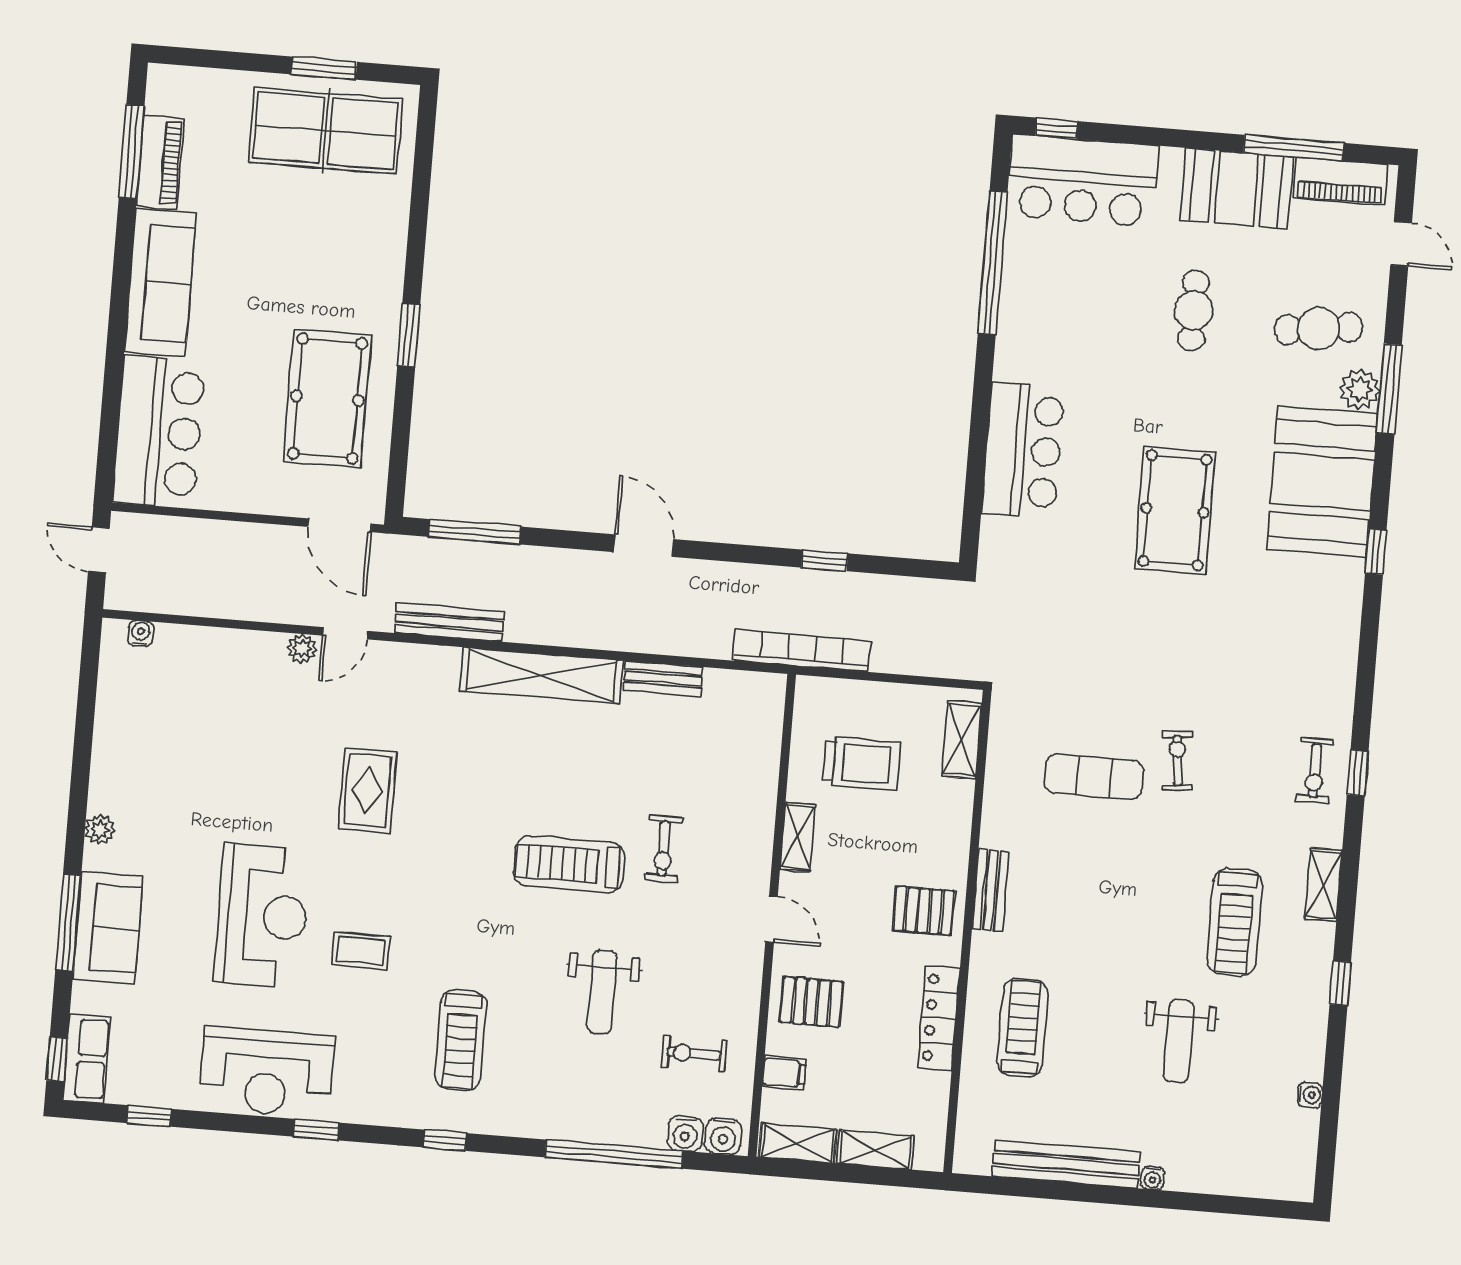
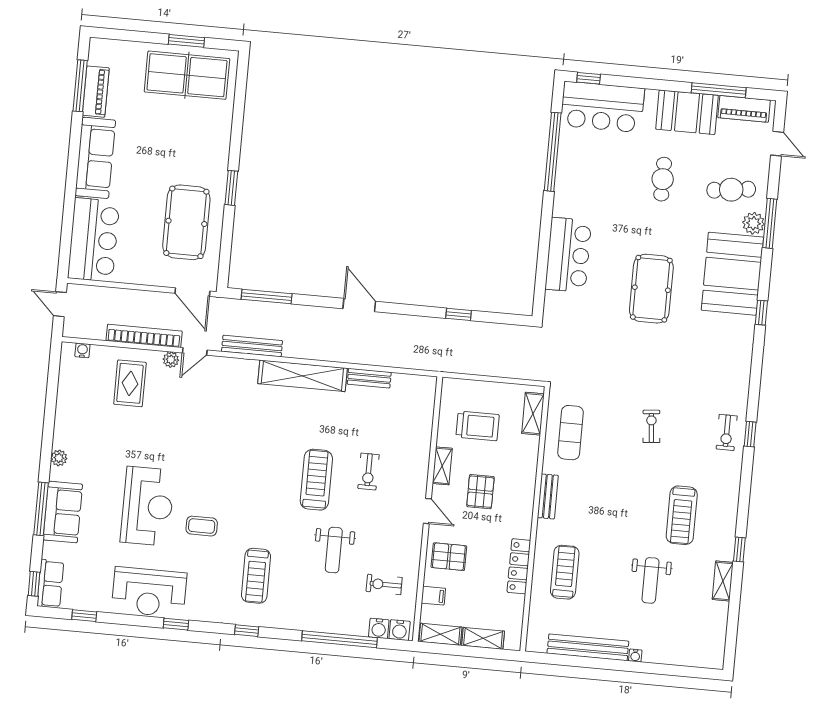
bookcase: (802, 651) -> (144, 336), moved
exercise mat: (1094, 777) -> (571, 433), moved, turned 90
rug: (368, 790) -> (130, 383), moved
treadmill: (569, 864) -> (316, 480), turned 90
shelving: (1323, 884) -> (723, 581), moved
pallet: (924, 911) -> (480, 492), moved, turned 90
water cooler: (1310, 1095) -> (722, 611), removed

